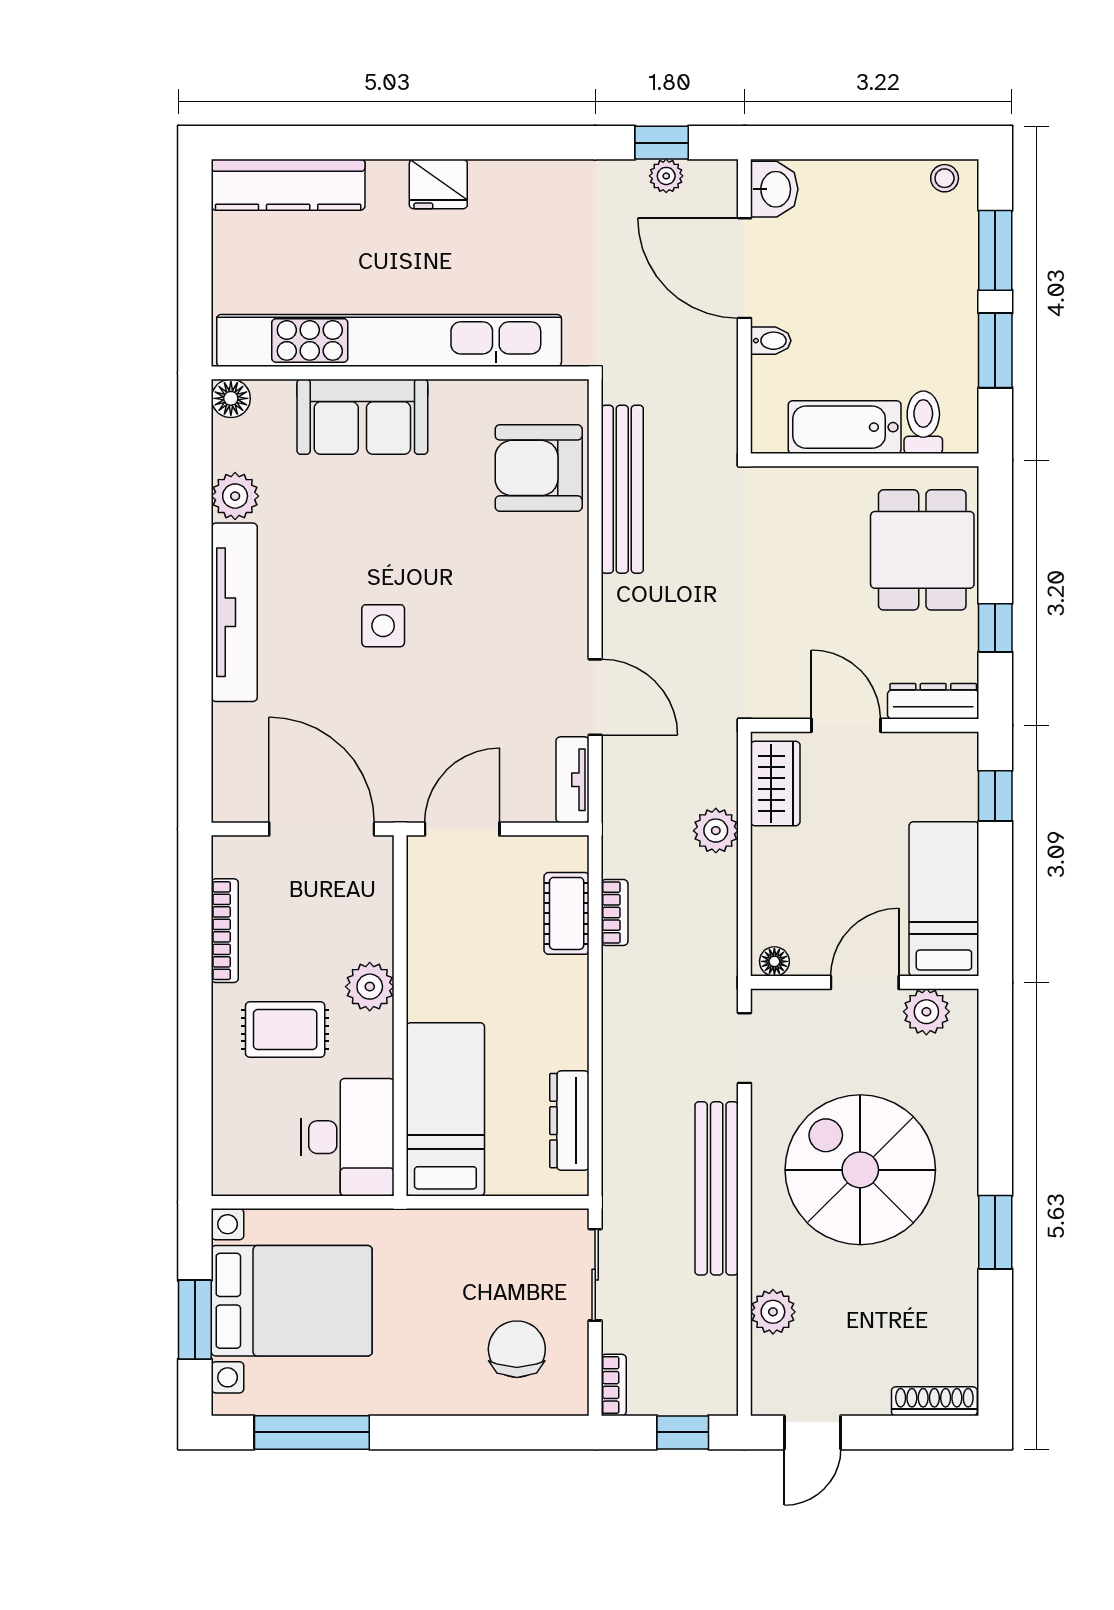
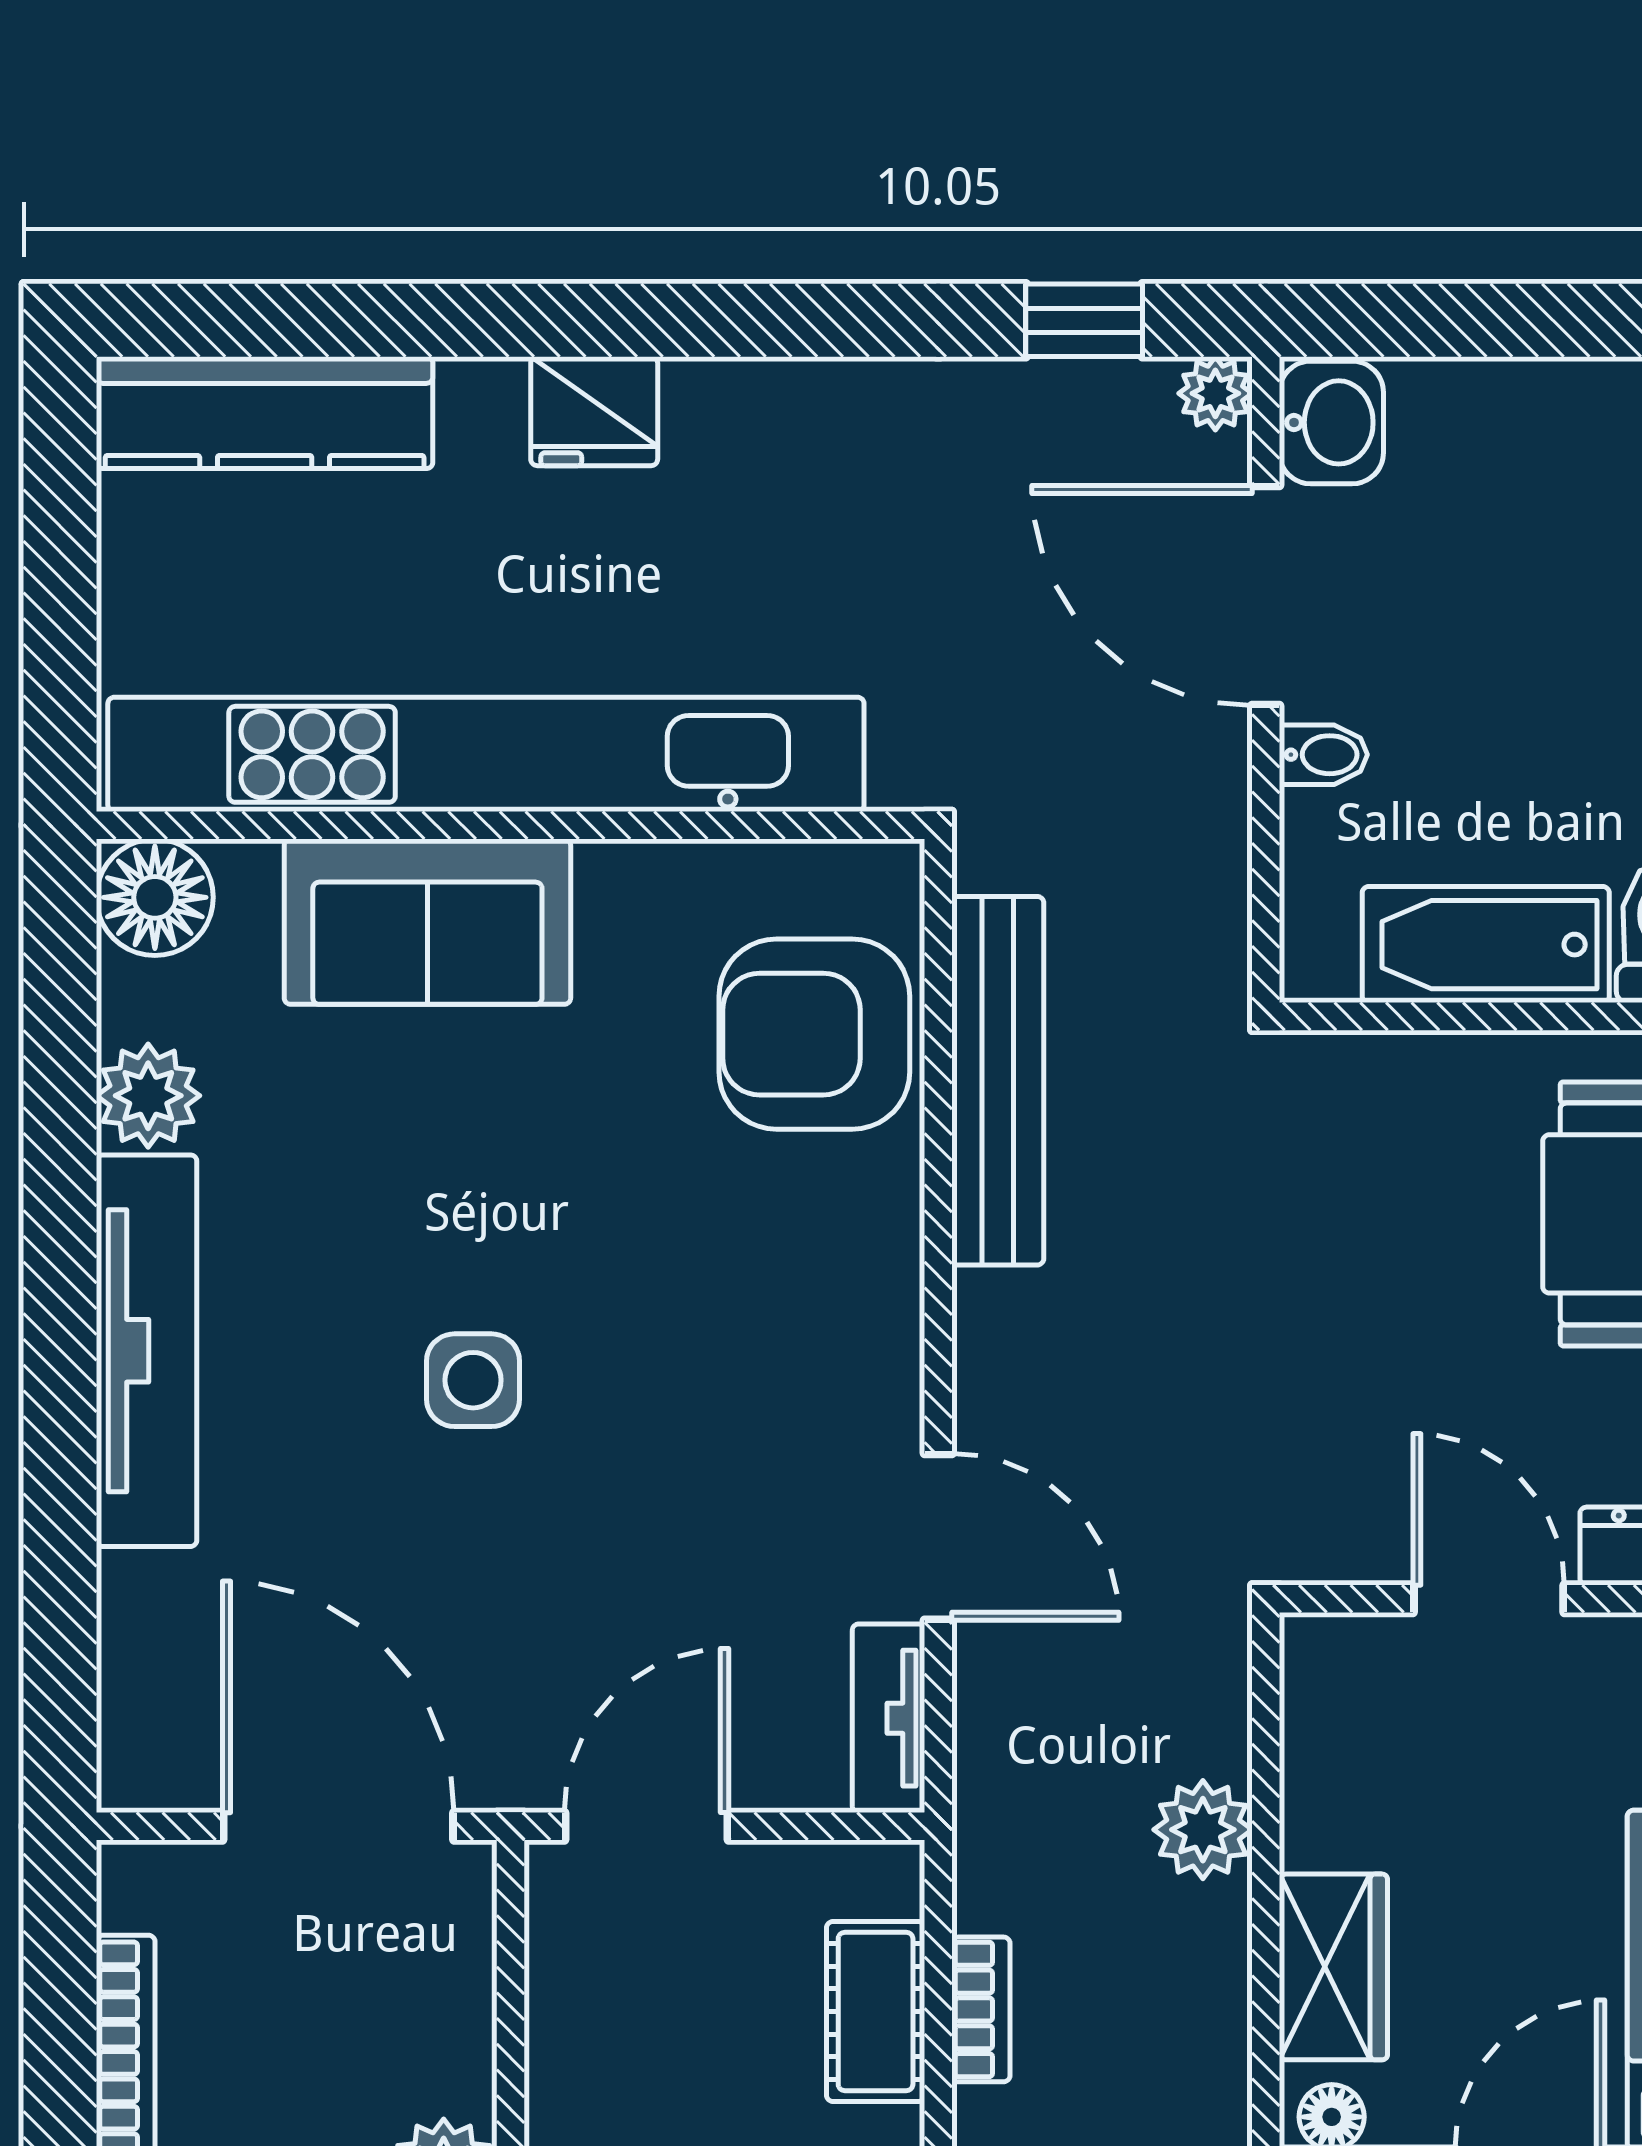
plant: (666, 176) -> (1215, 393), moved
floor lamp: (231, 398) -> (155, 897), width x1.38, depth x1.38
wardrobe: (775, 783) -> (1333, 1967), moved

